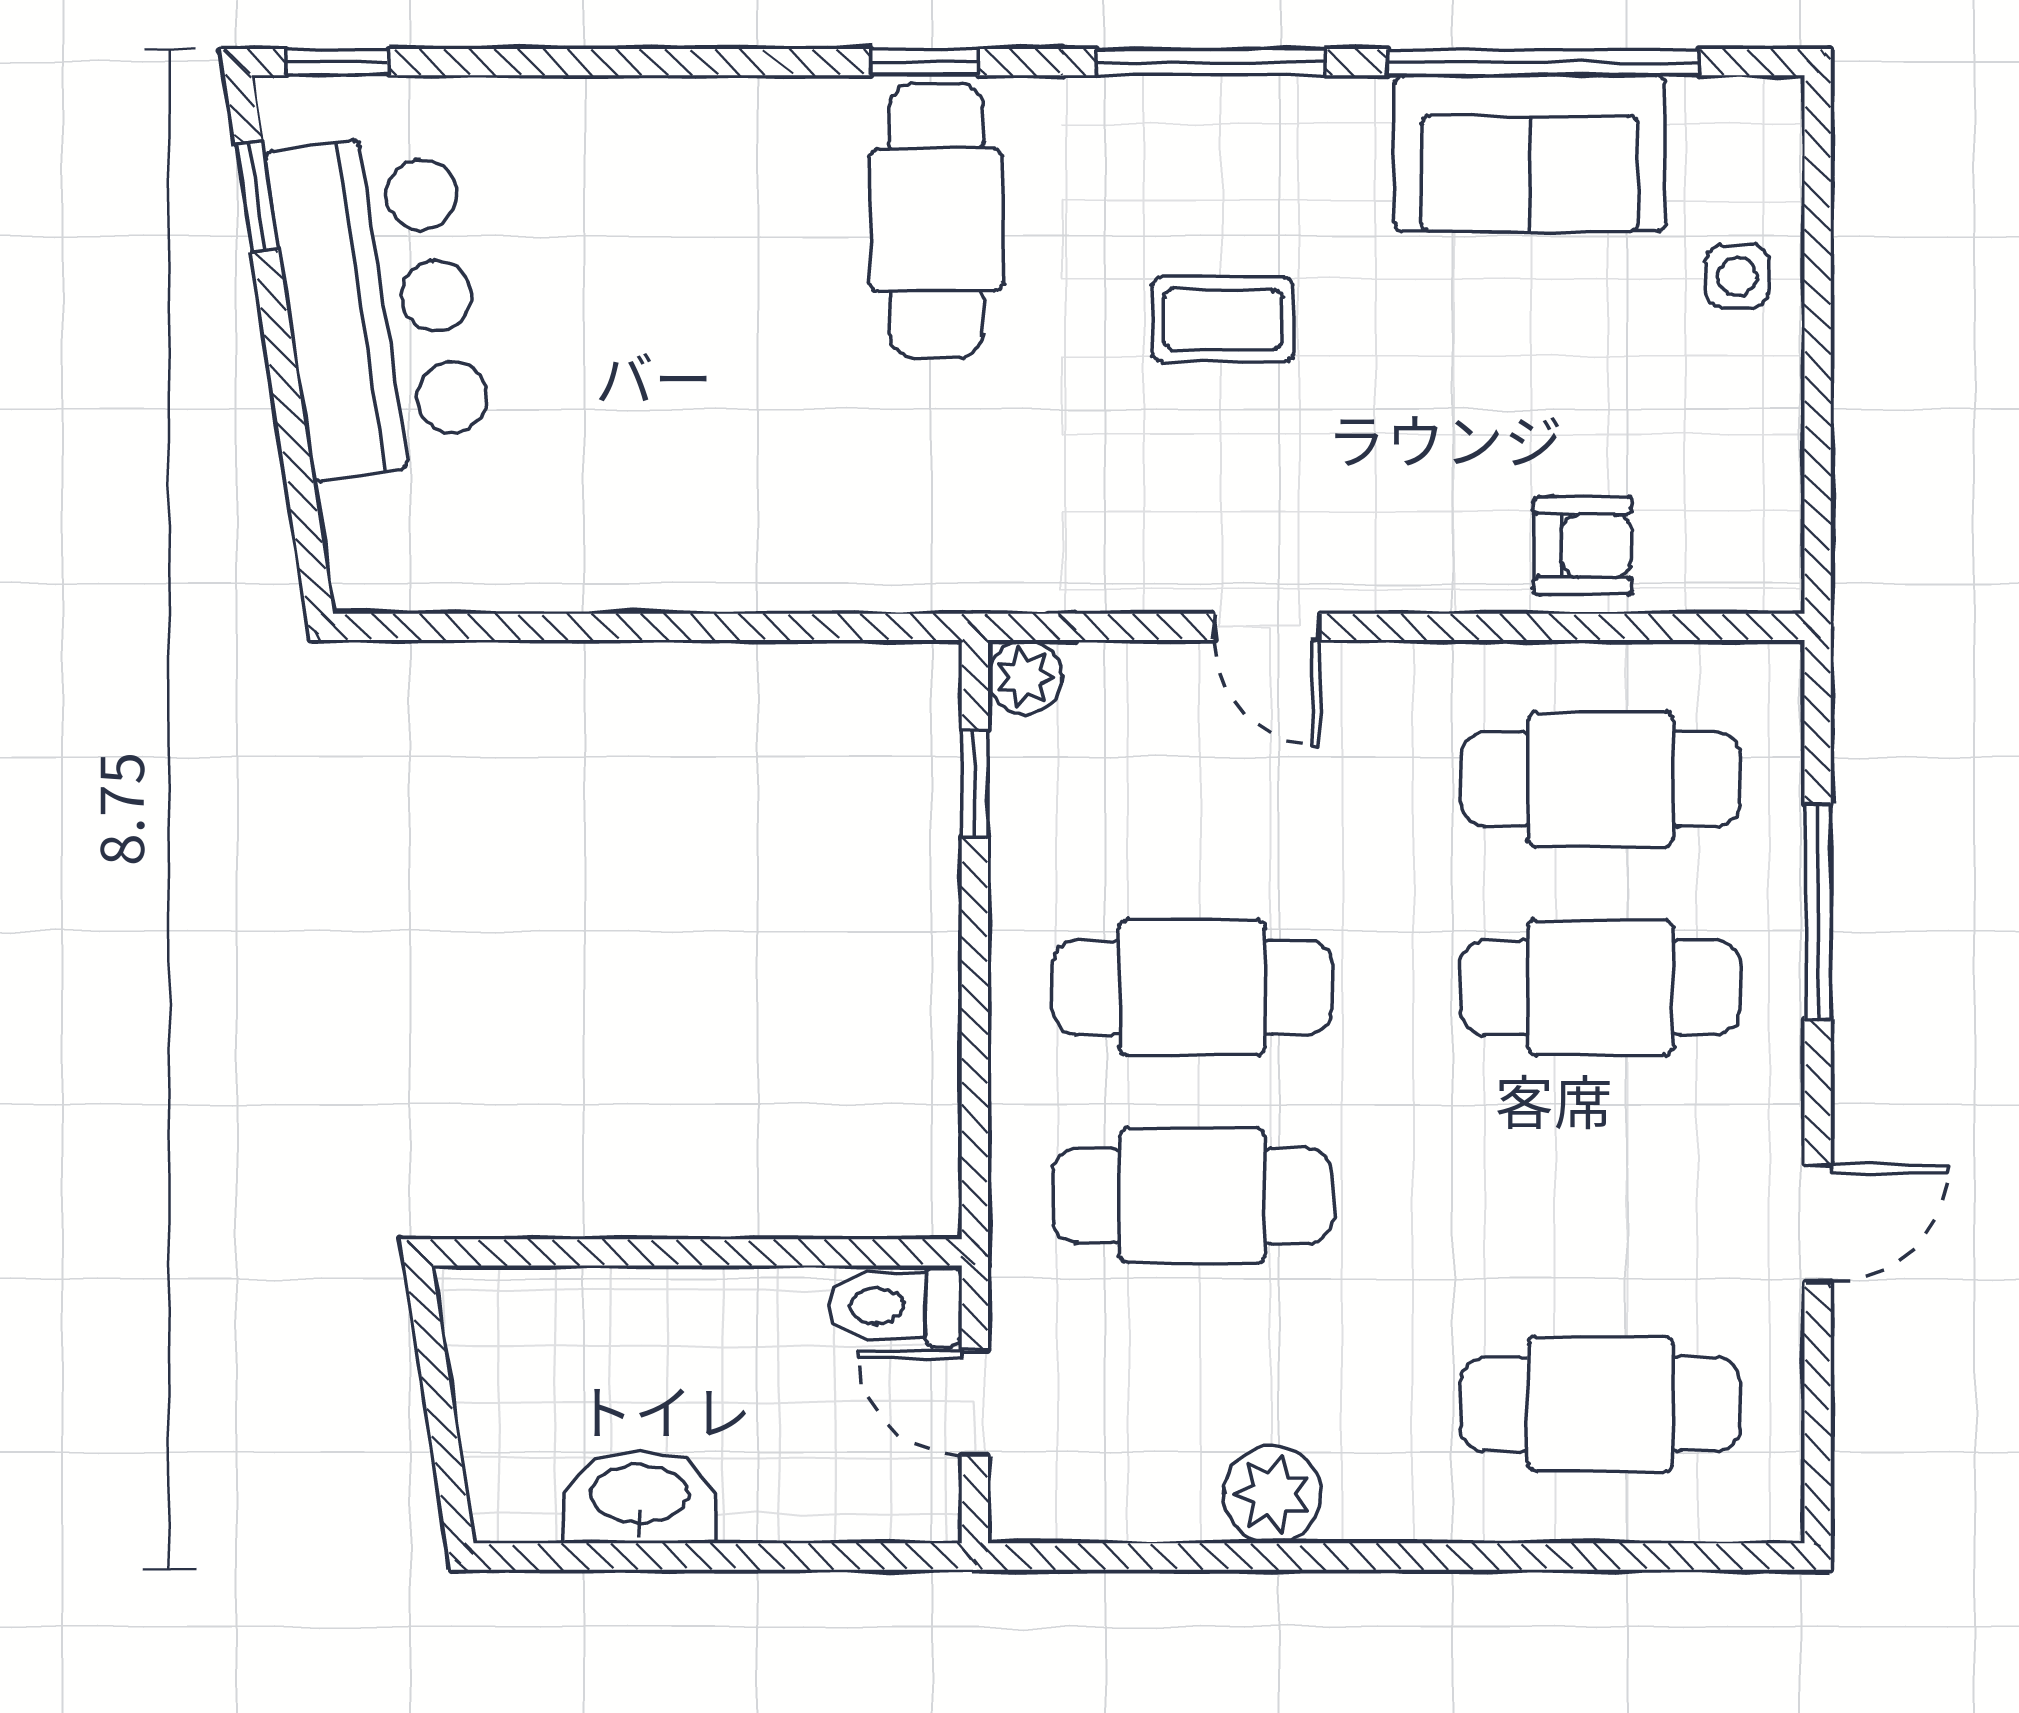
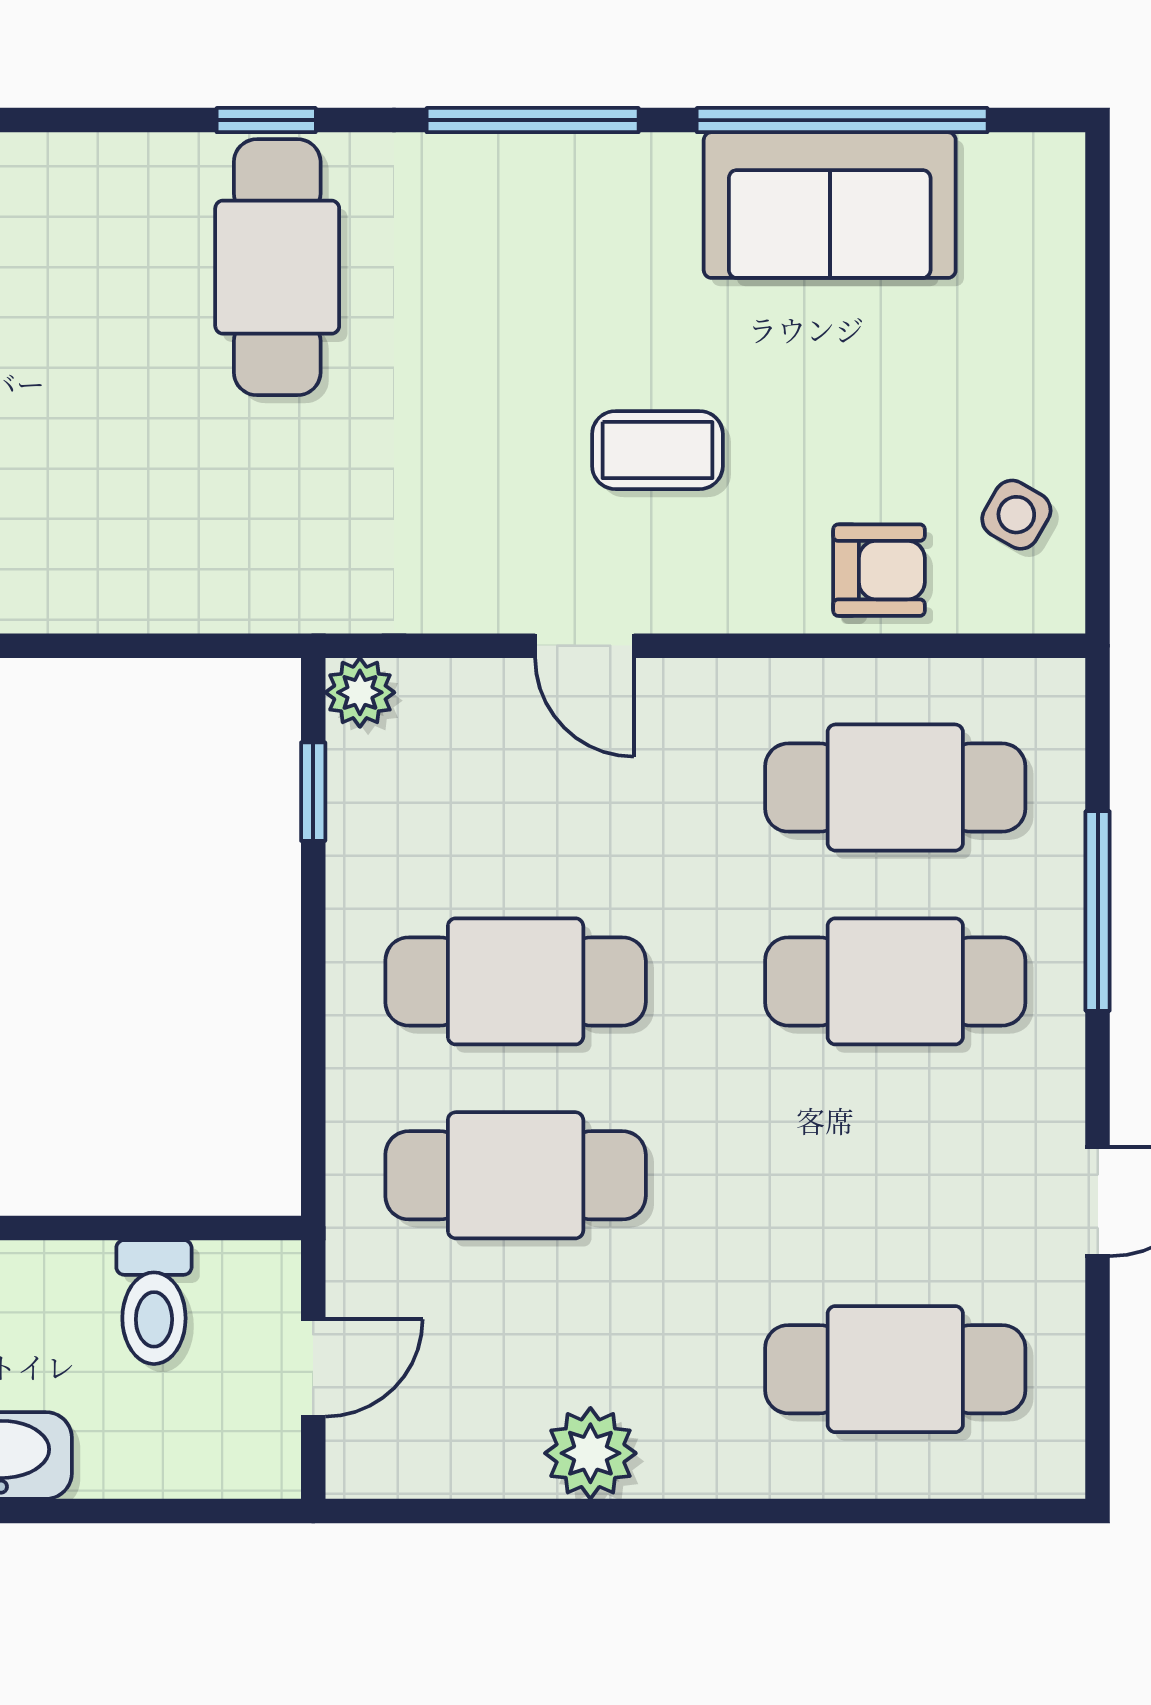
side table: (1737, 276) -> (1016, 515), moved, turned 30
coffee table: (1223, 320) -> (657, 450), moved
toilet: (895, 1306) -> (154, 1302), moved, turned -90
door: (975, 1403) -> (313, 1368), swing flipped

